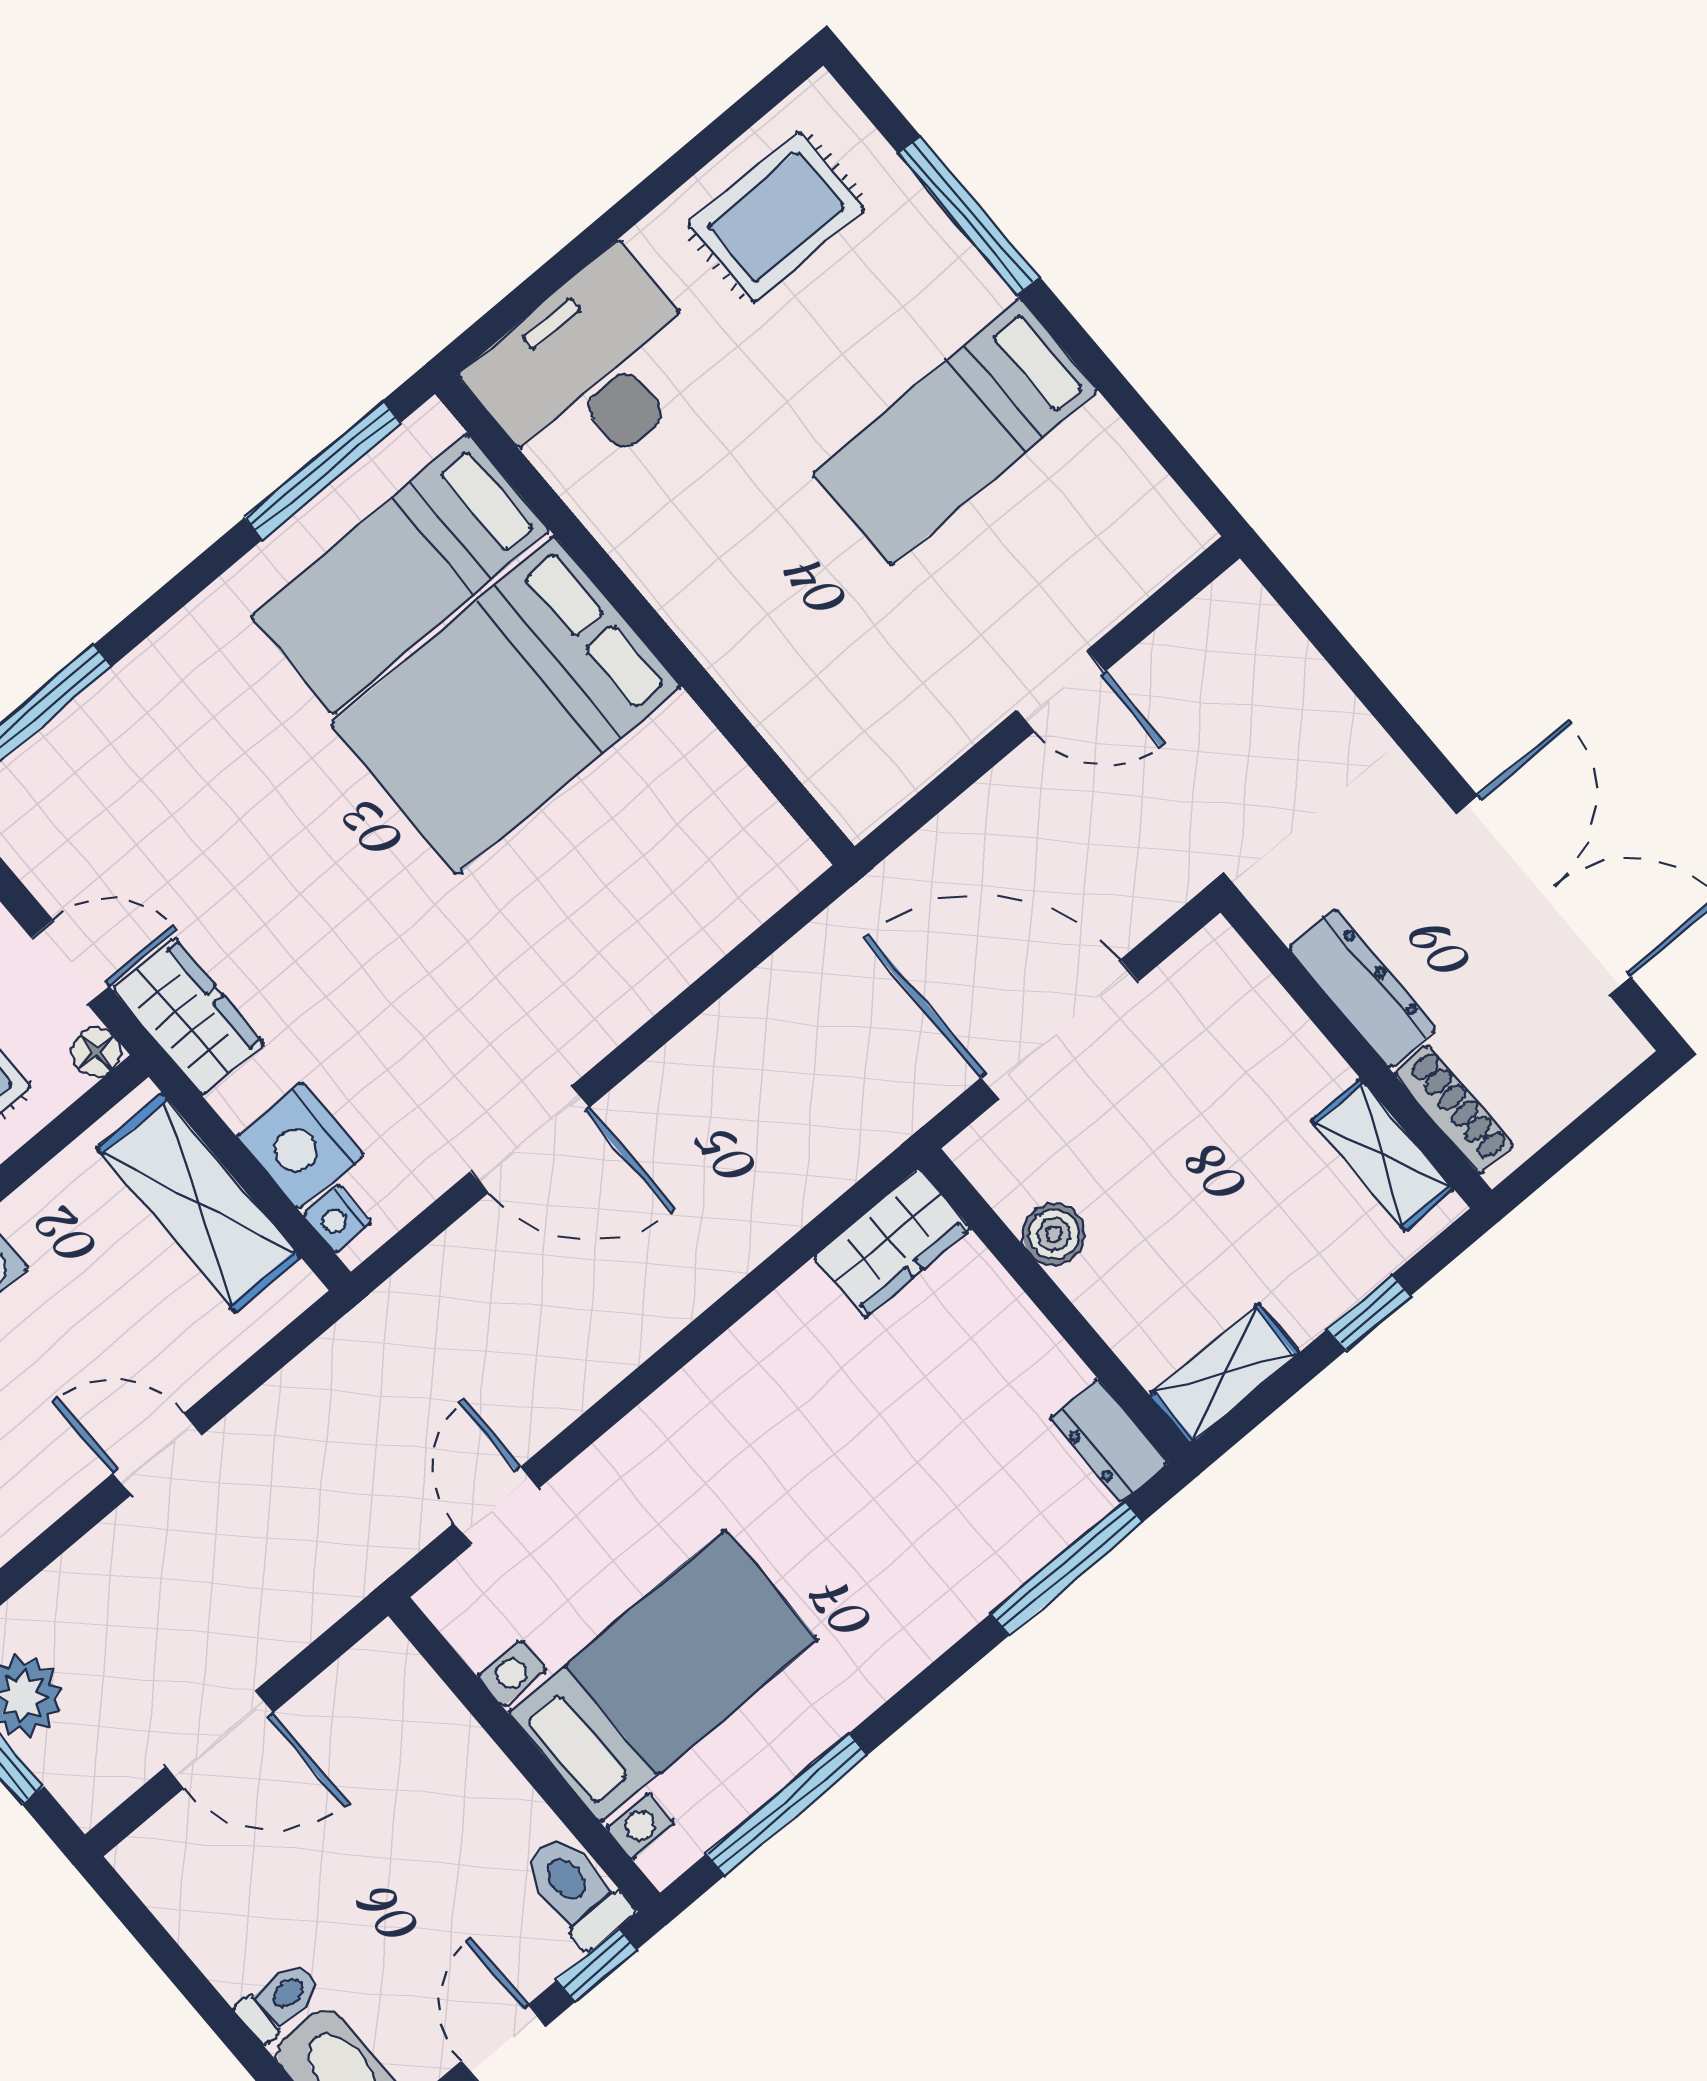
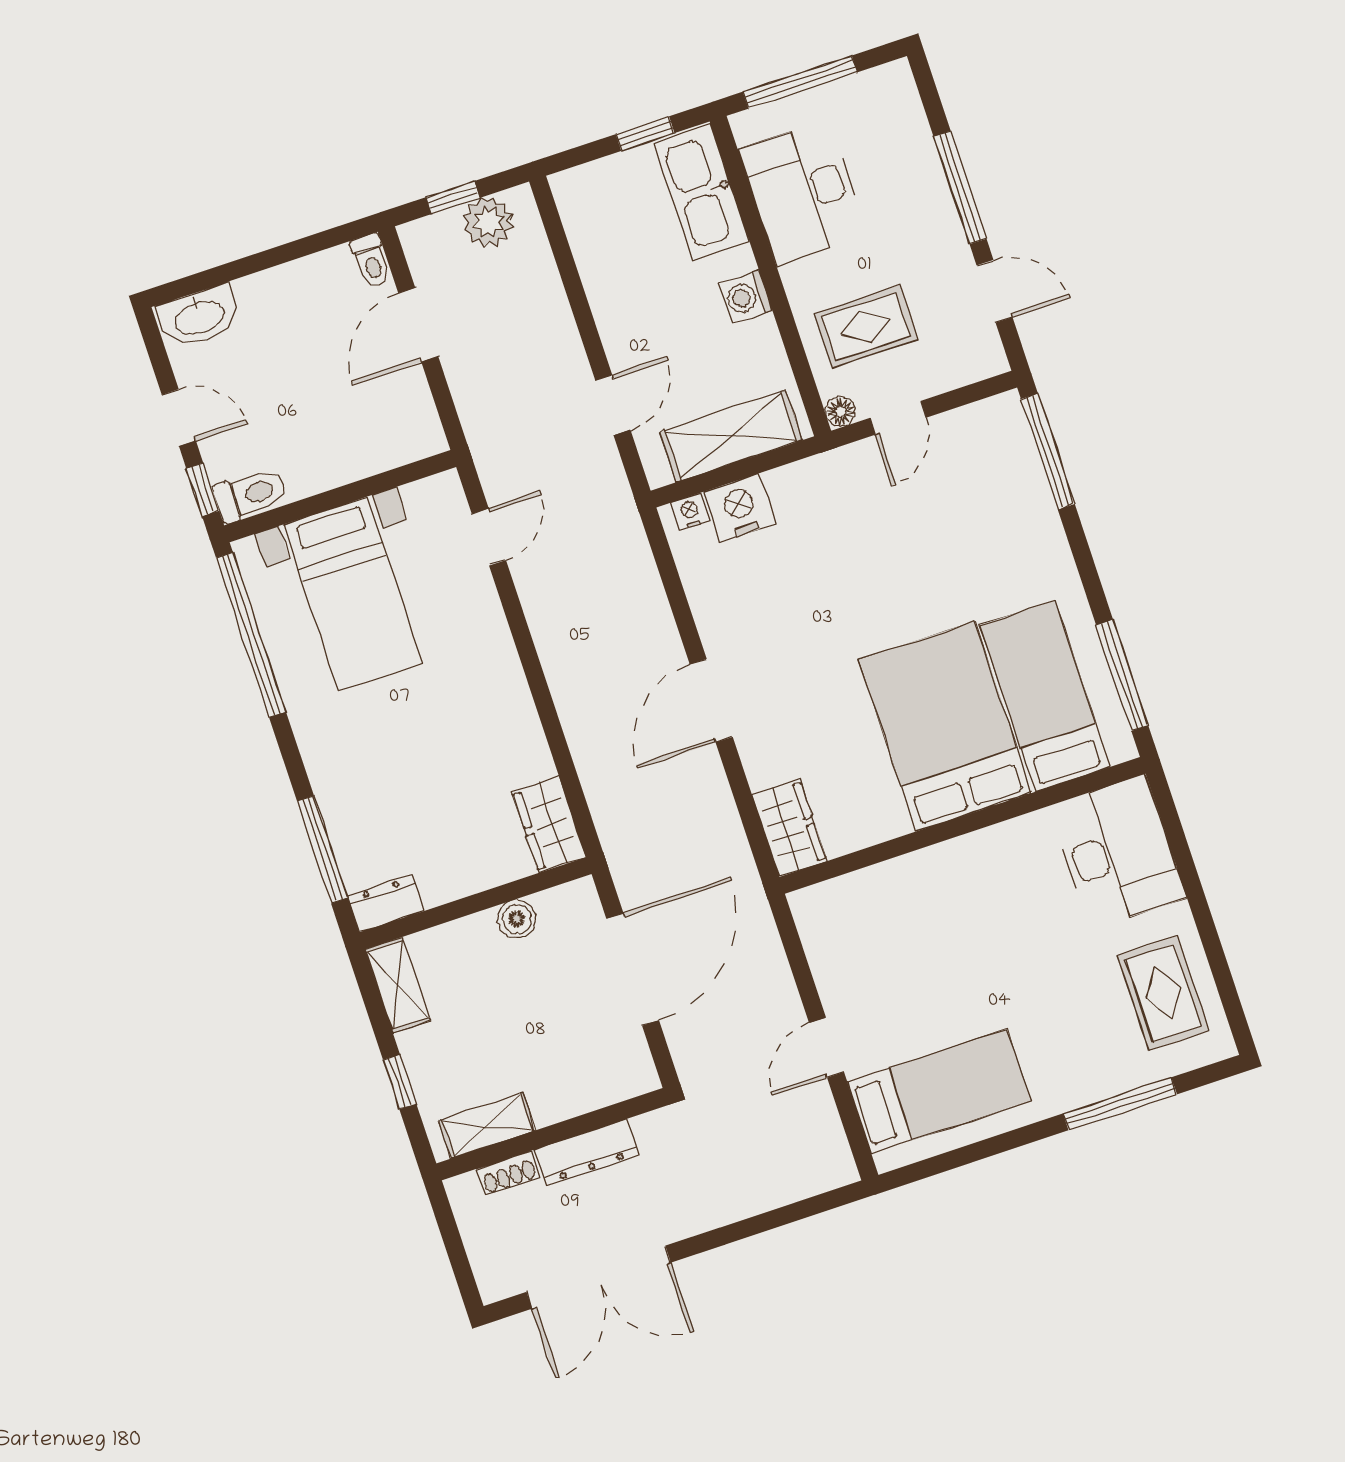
bed: (955, 432) -> (939, 1091), moved, turned 90
wardrobe: (188, 1017) -> (789, 828), moved, turned -90
shoe rack: (1454, 1109) -> (508, 1173), width x0.70
door: (530, 1139) -> (711, 701), moved
door: (158, 1454) -> (613, 405), moved
door: (496, 1506) -> (489, 537), hinge flipped
window: (786, 1805) -> (251, 635), width x1.46
toilet: (280, 2001) -> (371, 261), moved

